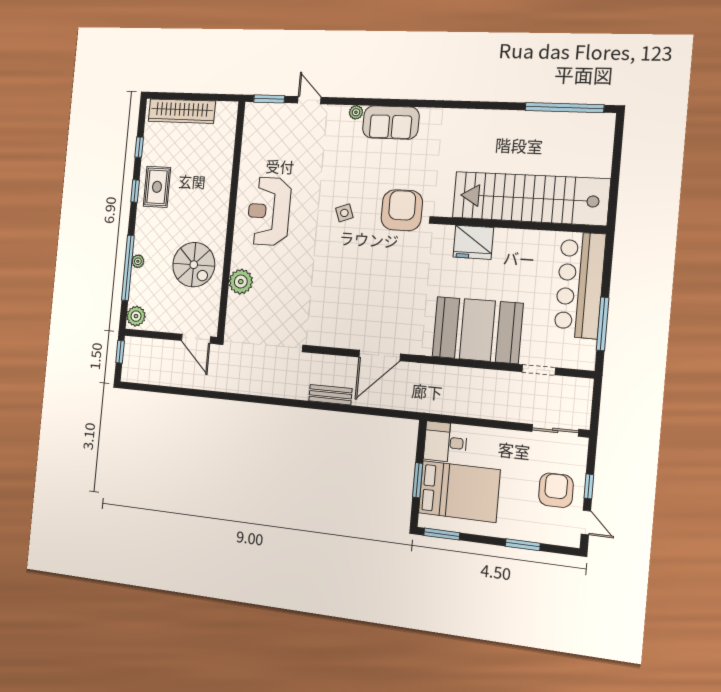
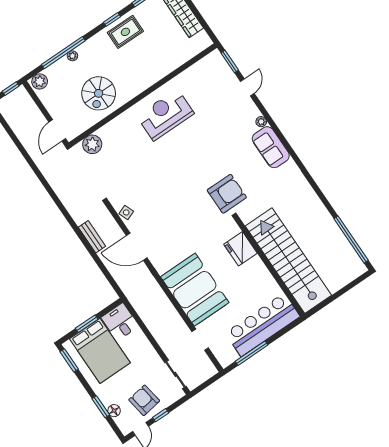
side table: (344, 213) -> (126, 212), moved
plant: (241, 282) -> (92, 144), moved
armchair: (556, 490) -> (144, 400), turned -99
floor lamp: (540, 534) -> (114, 411), added

